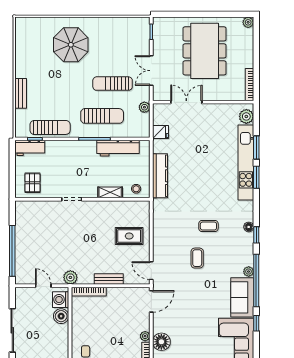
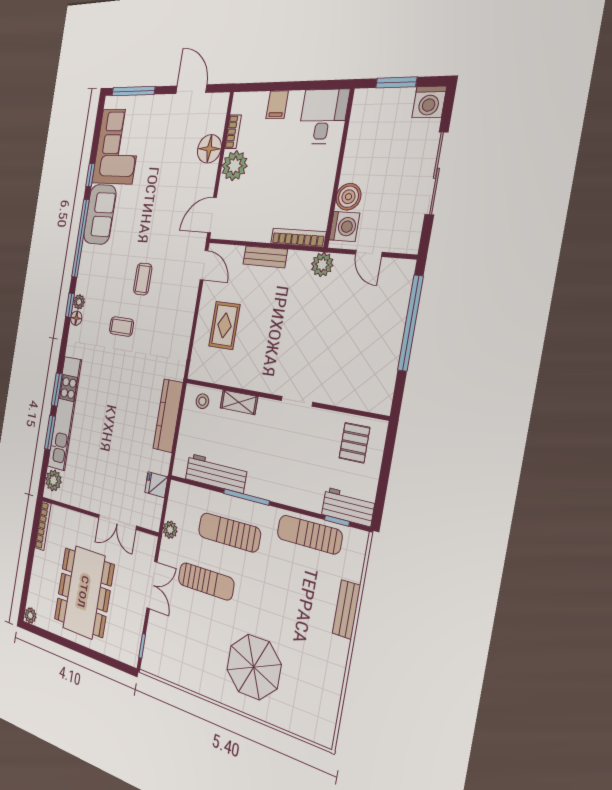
rug: (129, 236) -> (224, 325), turned 90
plant: (249, 272) -> (79, 302), moved
plant: (145, 336) -> (234, 166), width x1.88, depth x1.88

